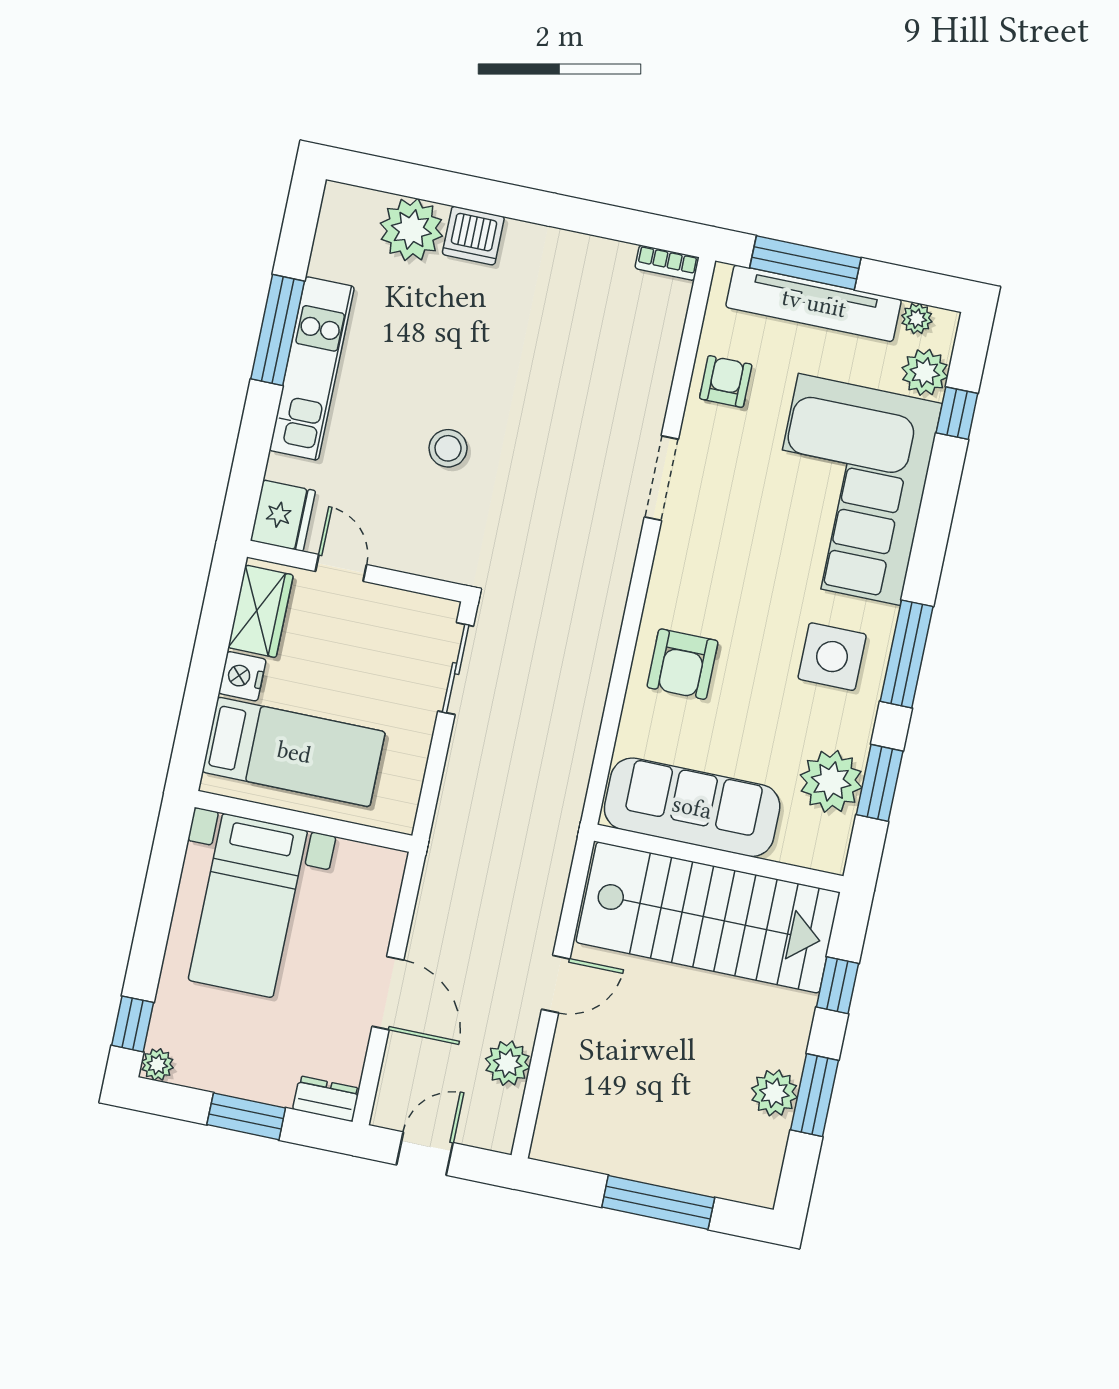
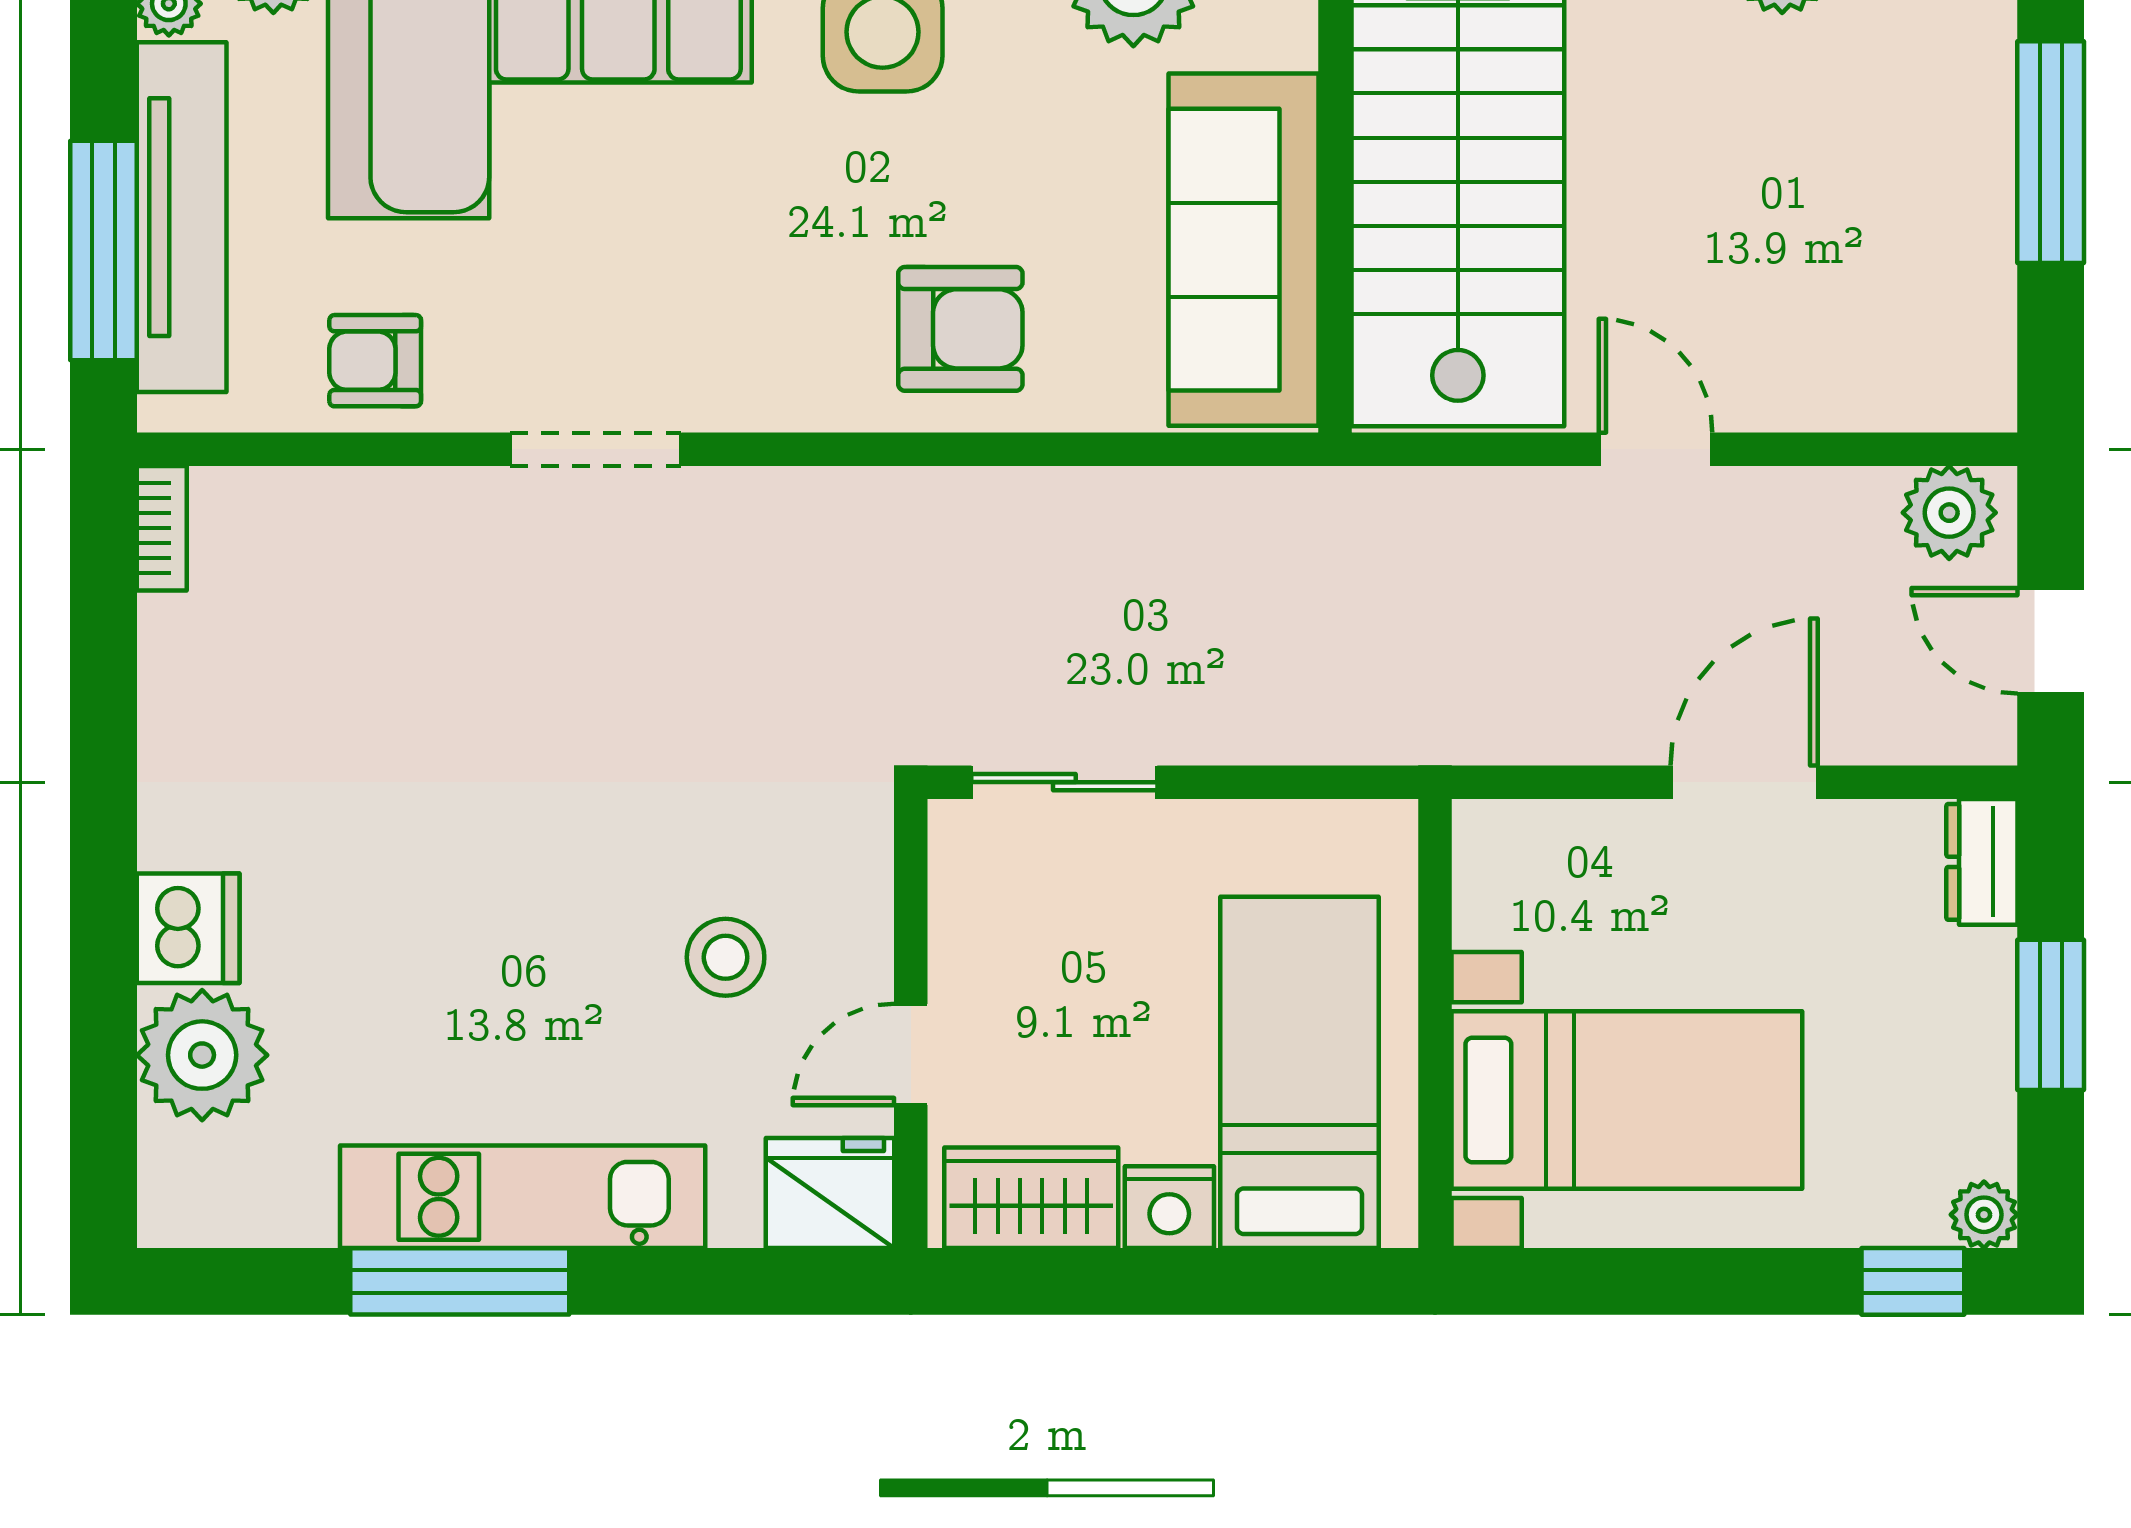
stool: (448, 448) -> (726, 957), moved
plant: (508, 1063) -> (1949, 513), moved

